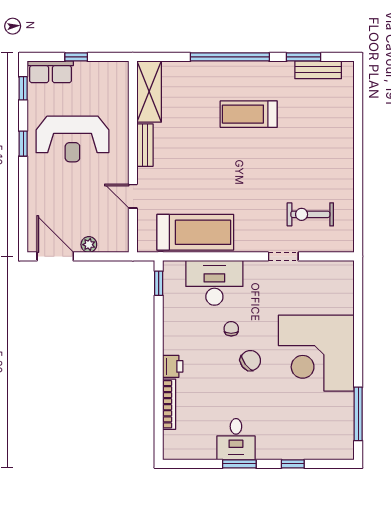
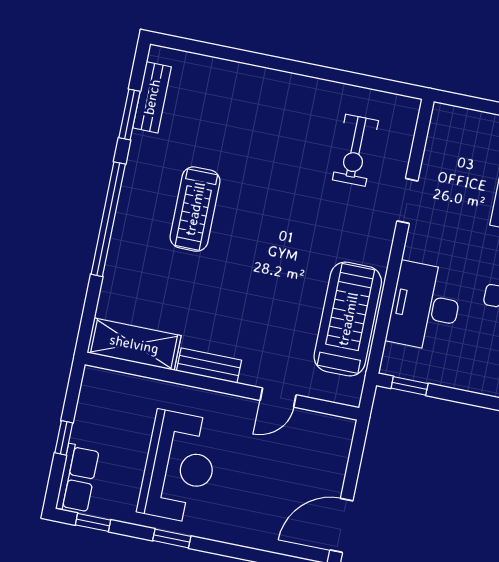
plant: (89, 245) -> (334, 474), removed

